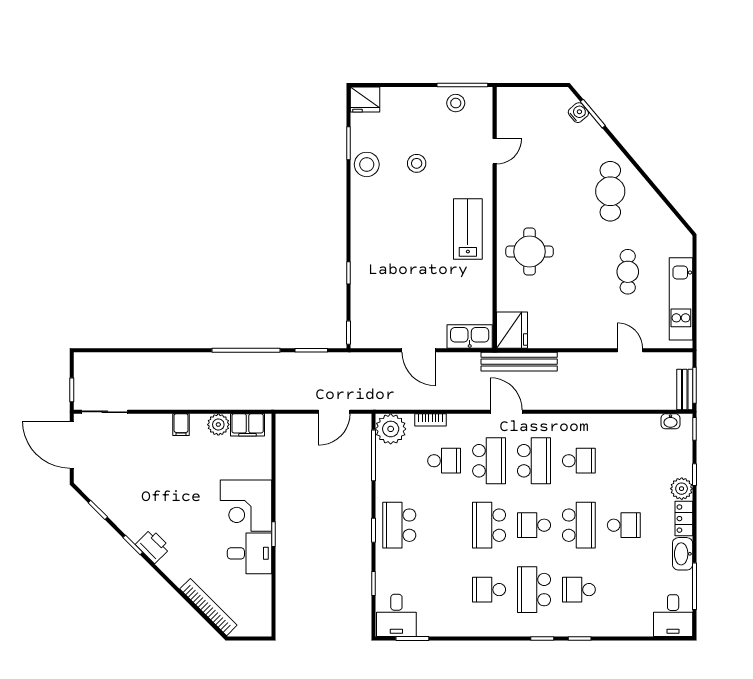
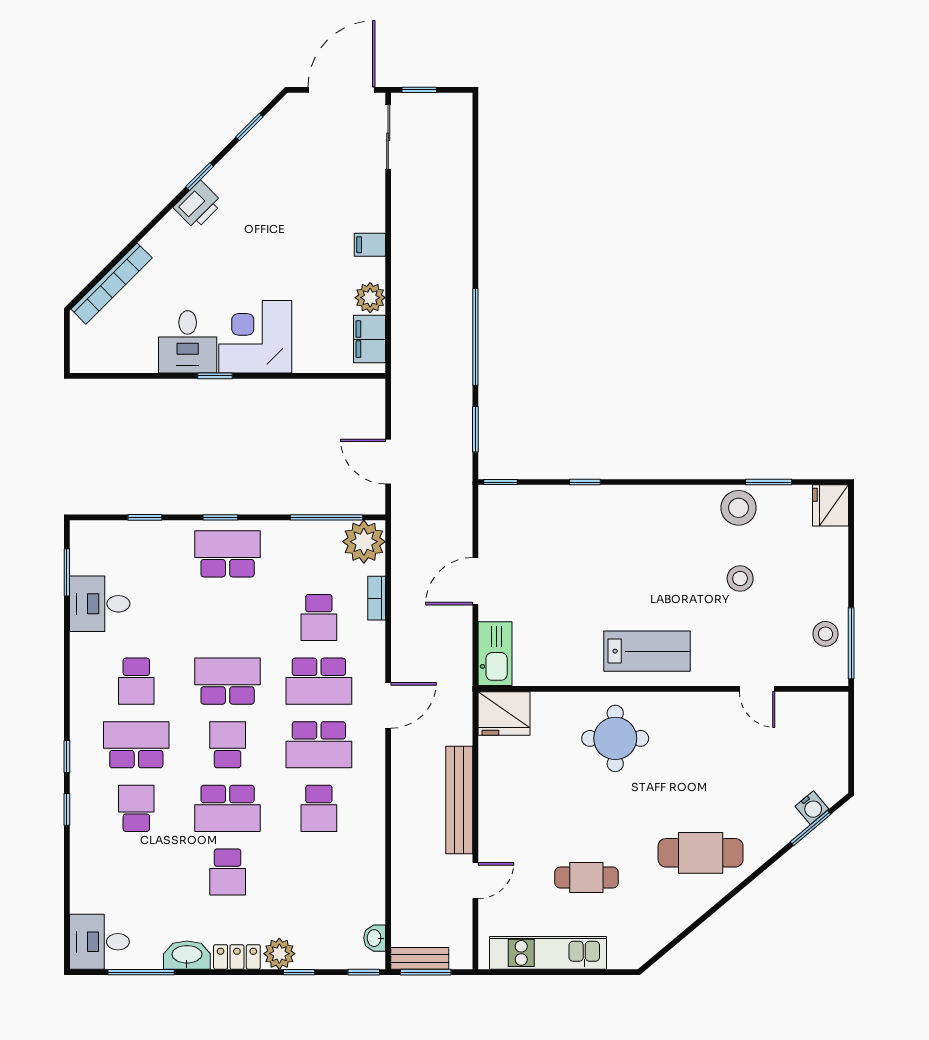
bench: (519, 362) -> (459, 800), moved
school desk: (489, 590) -> (136, 681), turned 180
desk: (396, 615) -> (100, 604), moved

